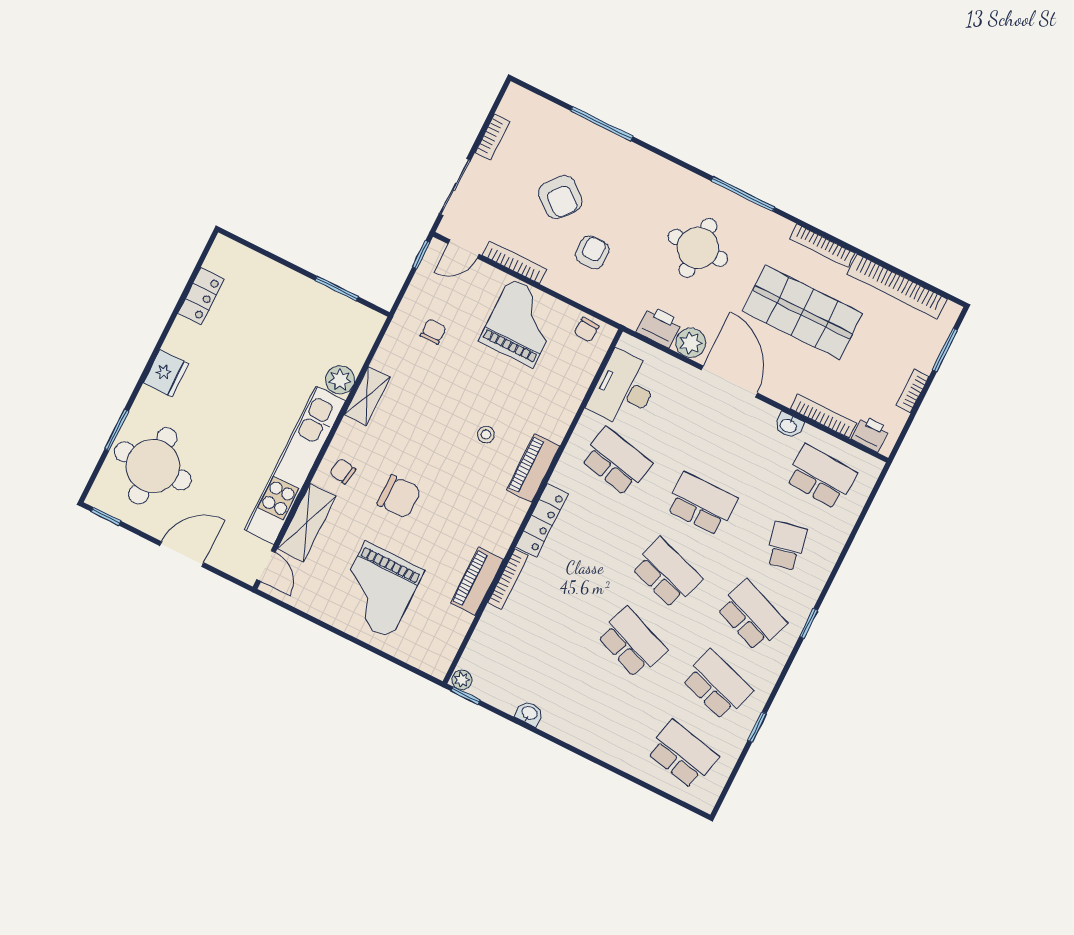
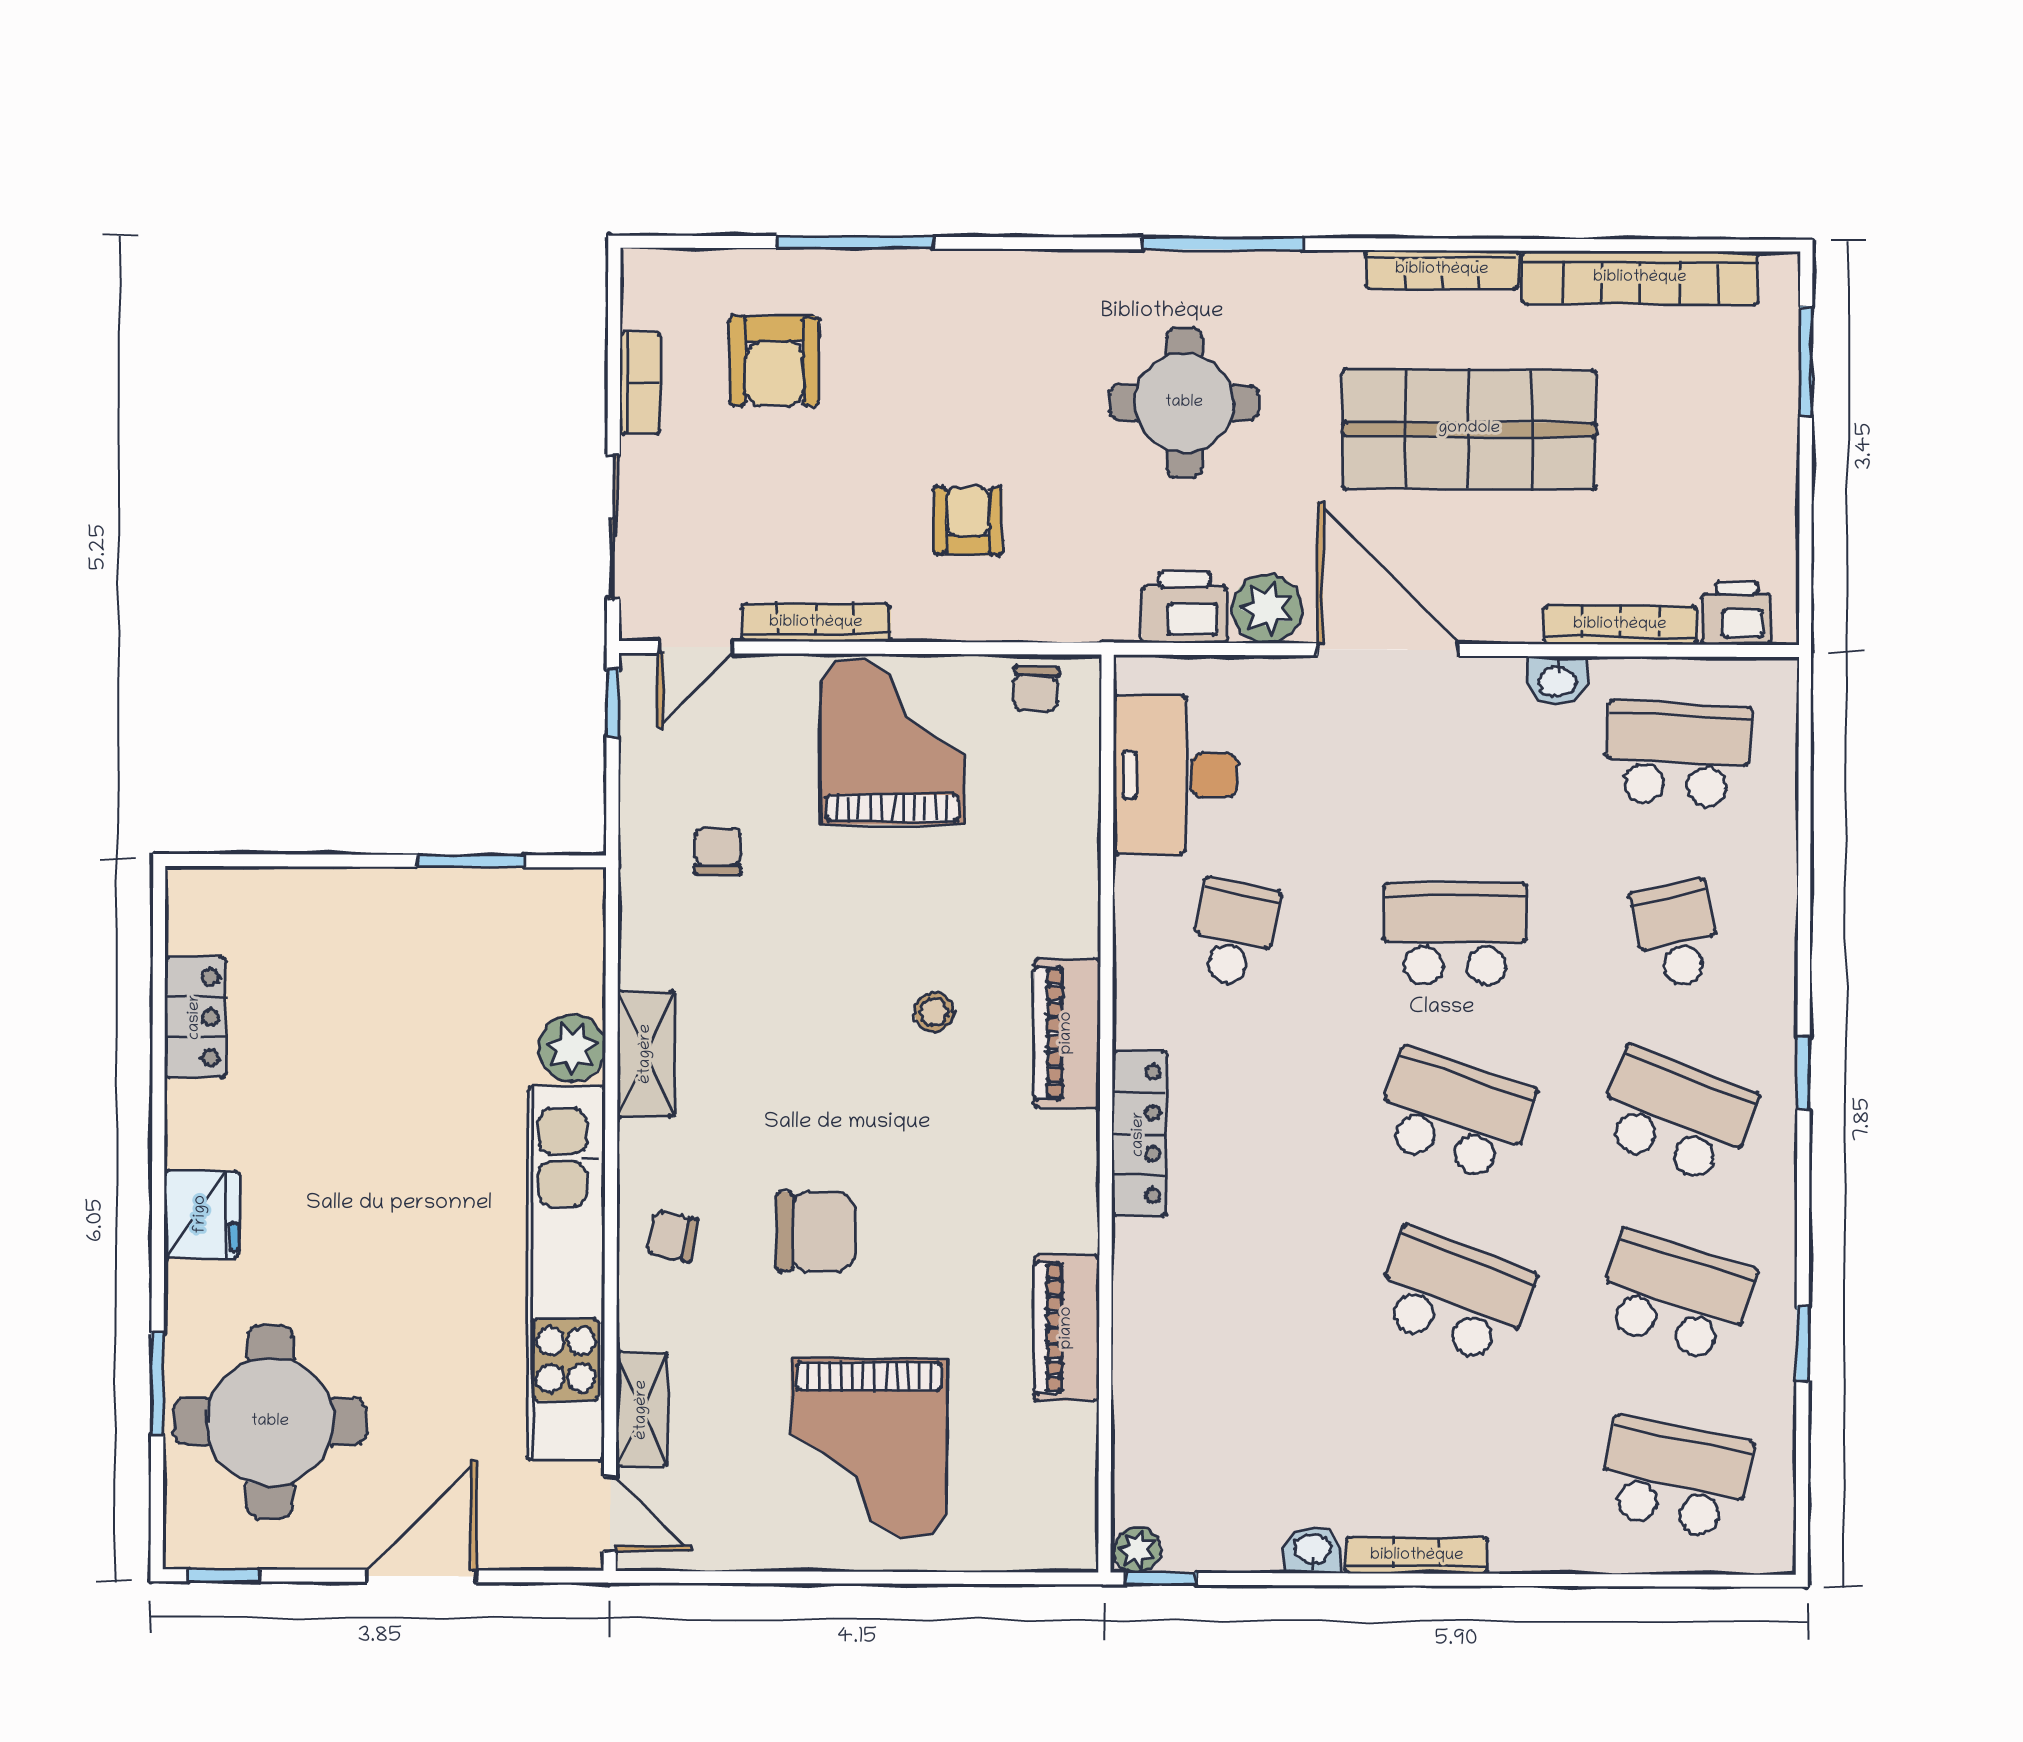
armchair: (560, 197) -> (774, 361), moved, turned 50
bookcase: (913, 391) -> (1781, 480), removed
school desk: (616, 461) -> (1234, 933), width x0.54
shelving: (307, 523) -> (642, 1410), width x0.67, depth x0.75
bookcase: (508, 579) -> (1417, 1556), moved, turned -90

